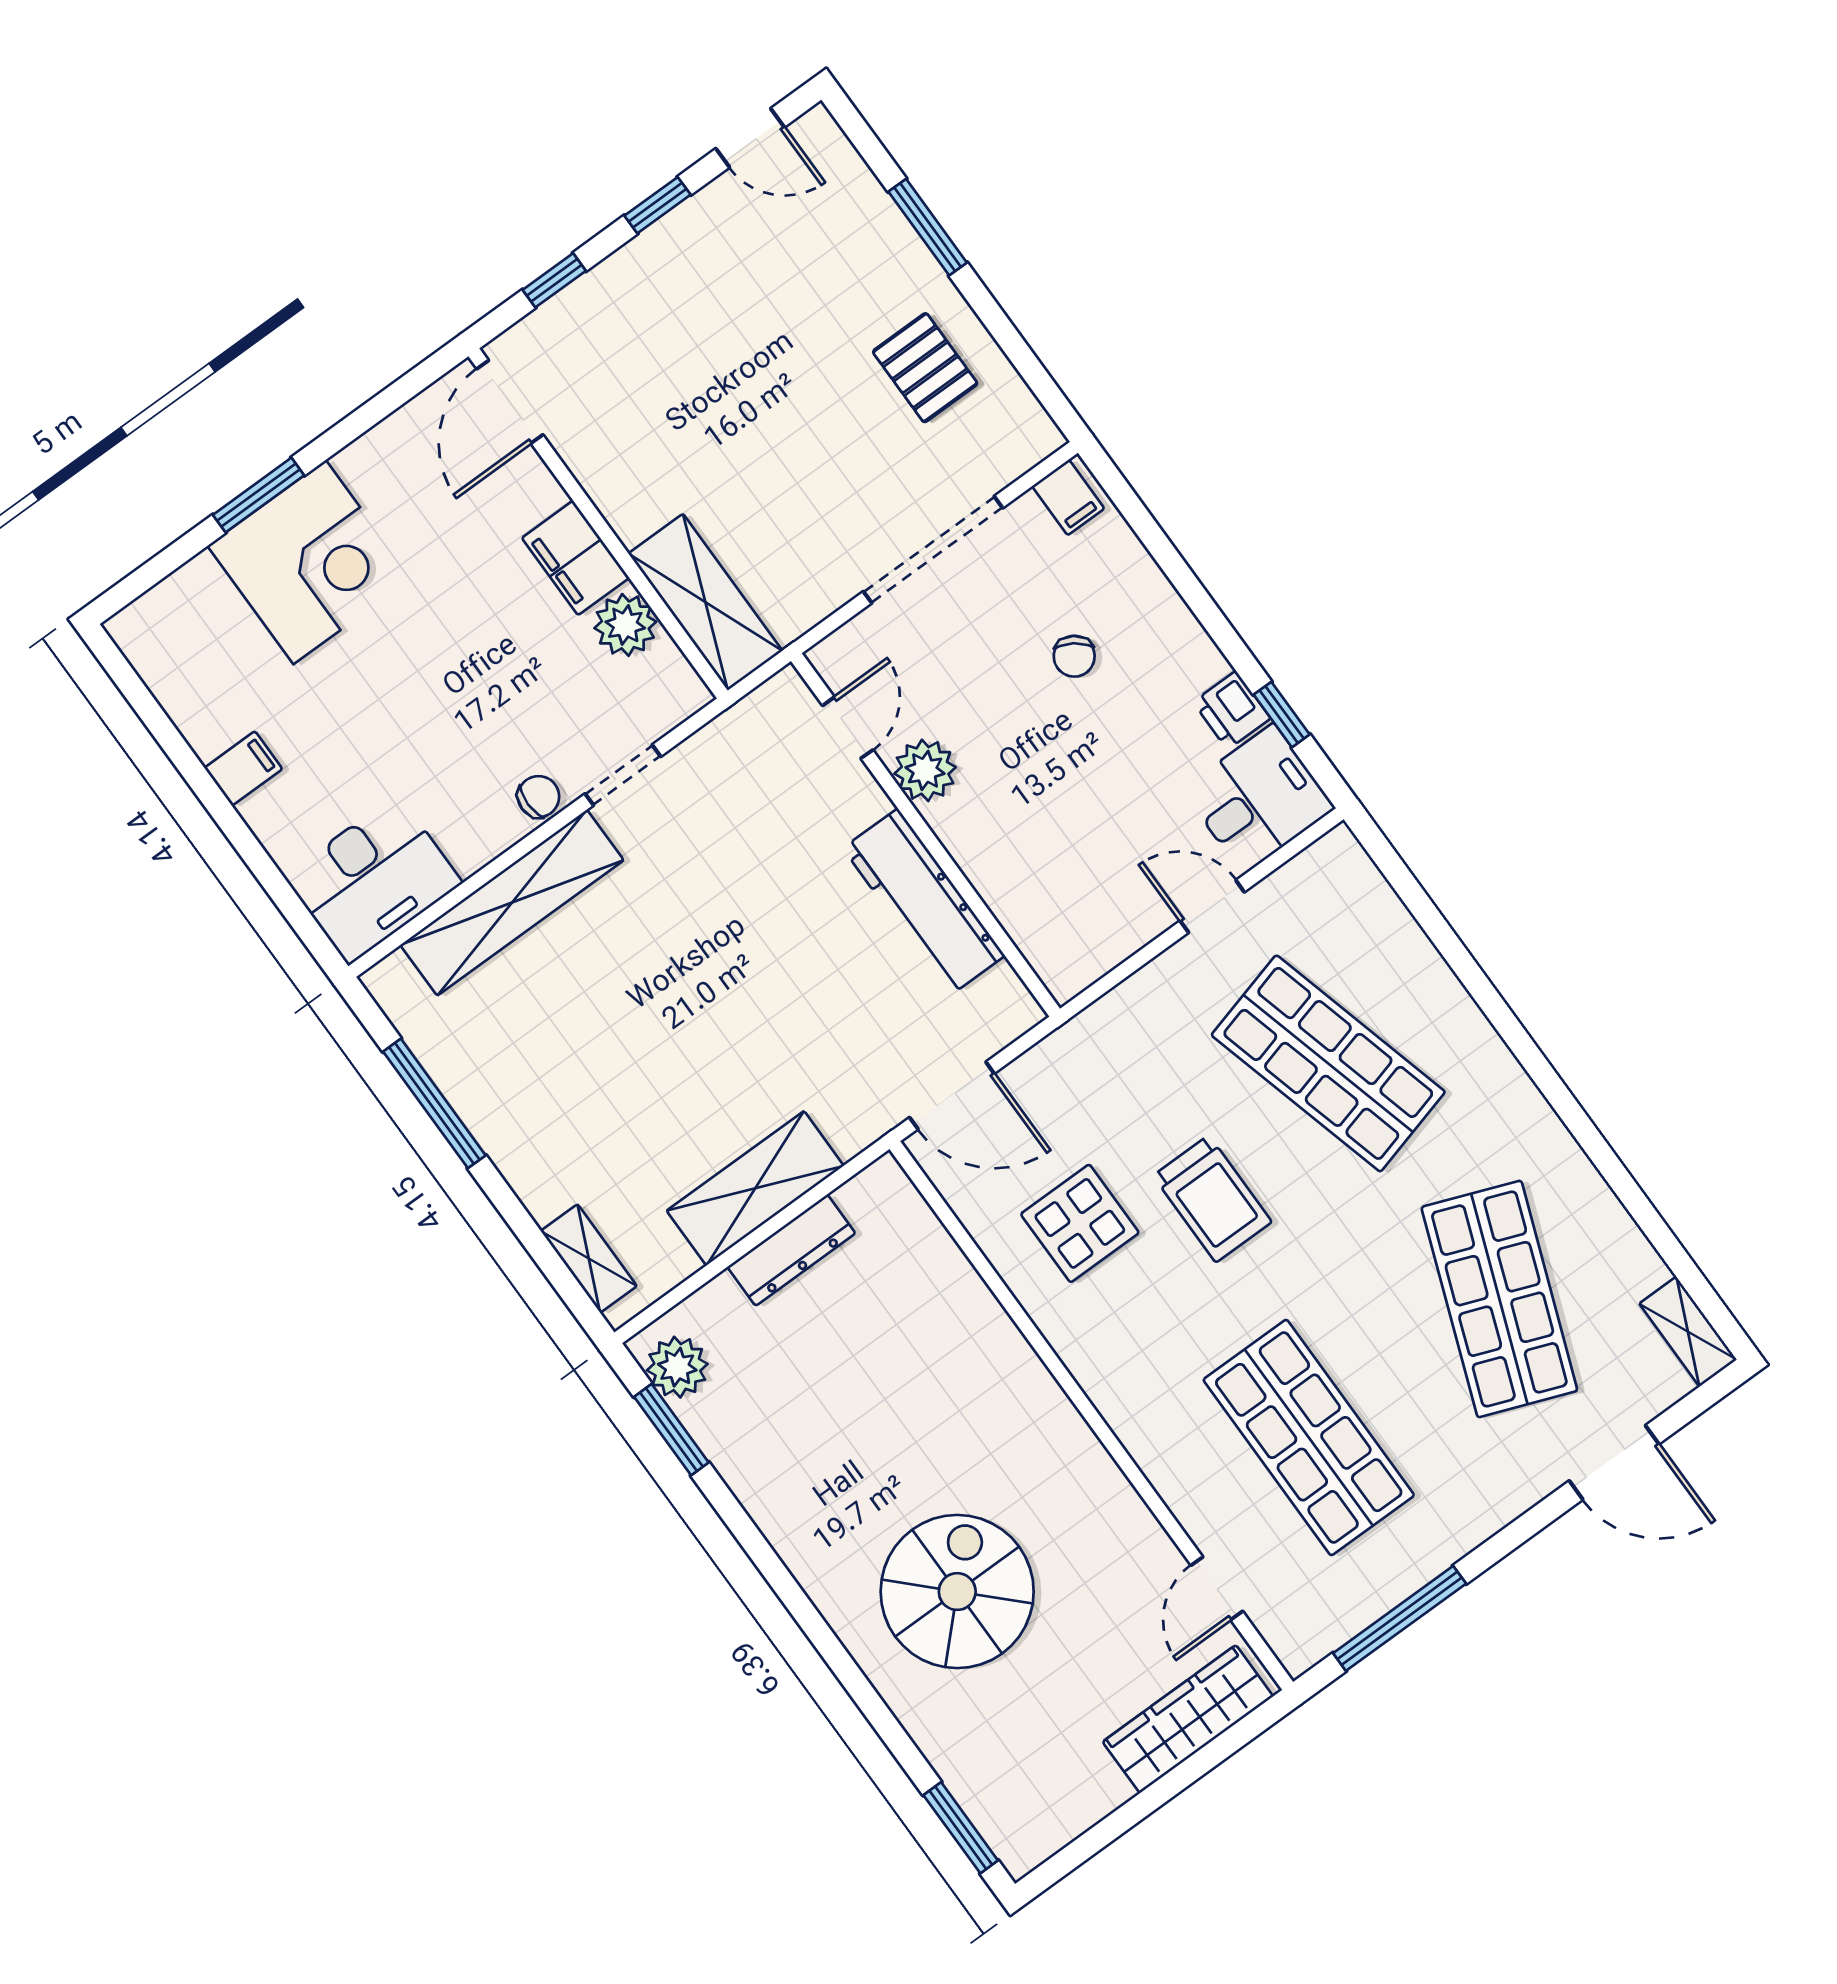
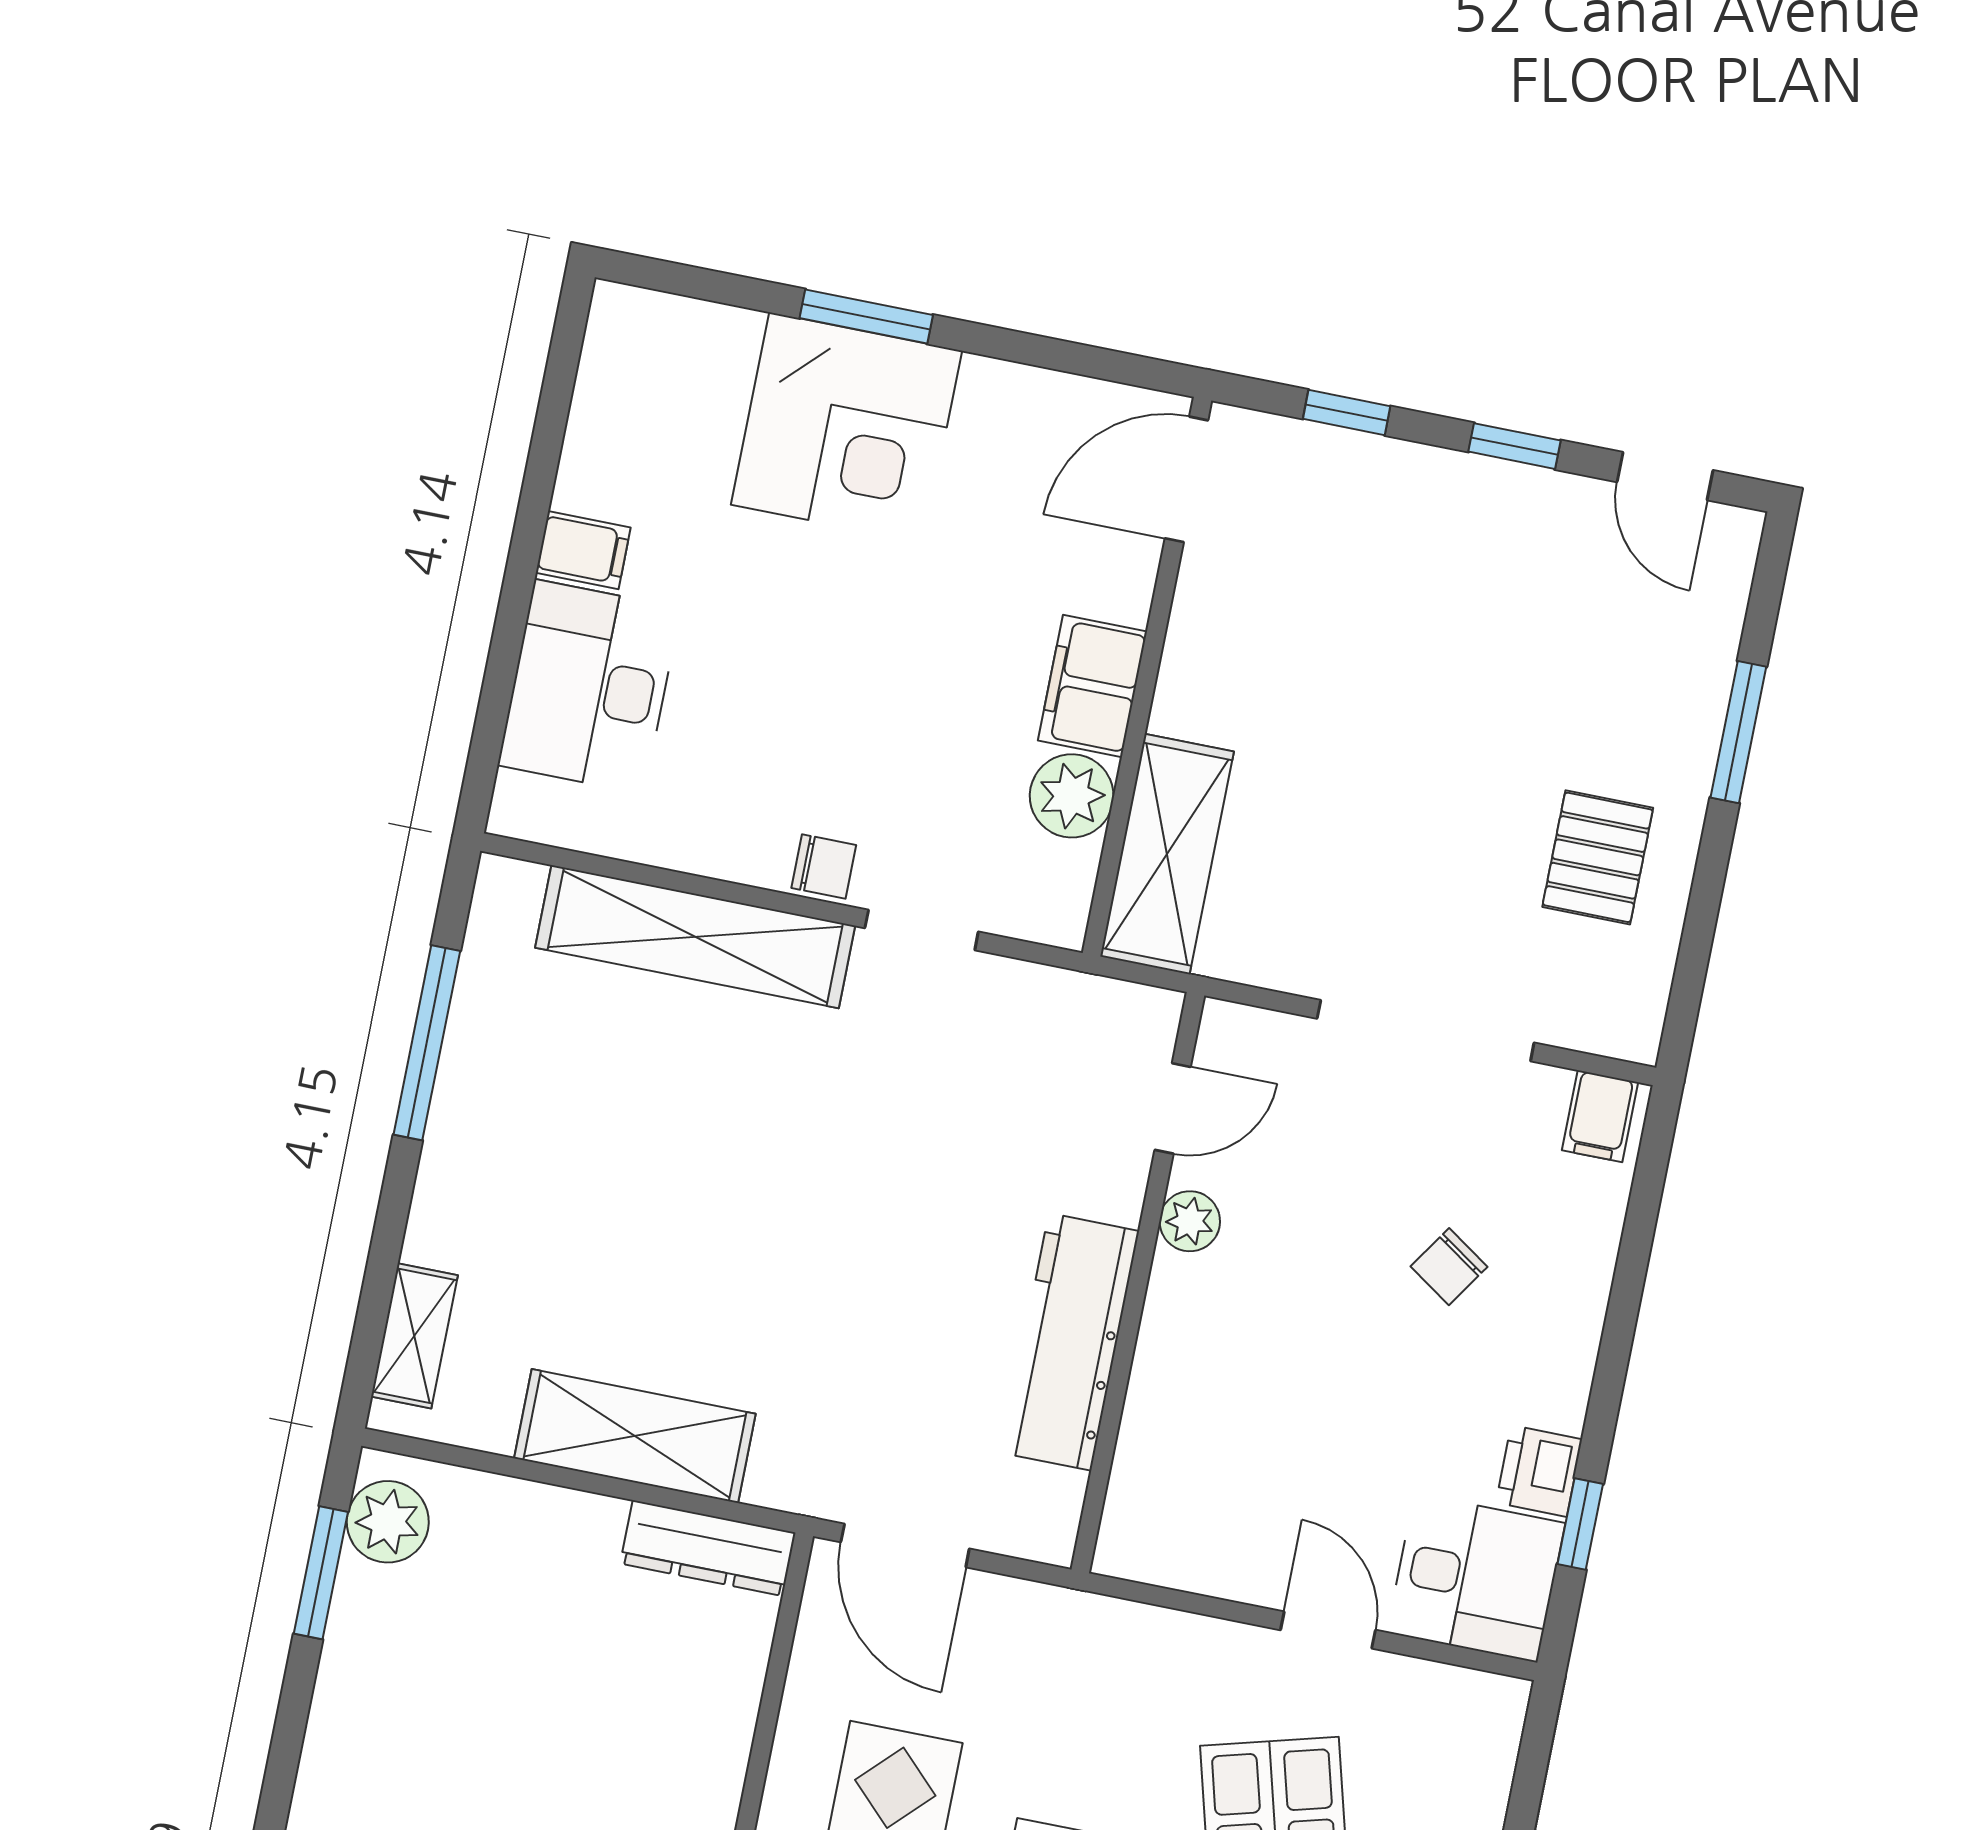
plant: (925, 770) -> (1190, 1221), width x0.73, depth x0.73
desk: (373, 879) -> (589, 687), moved, turned 90
dresser: (791, 1250) -> (708, 1548), moved

